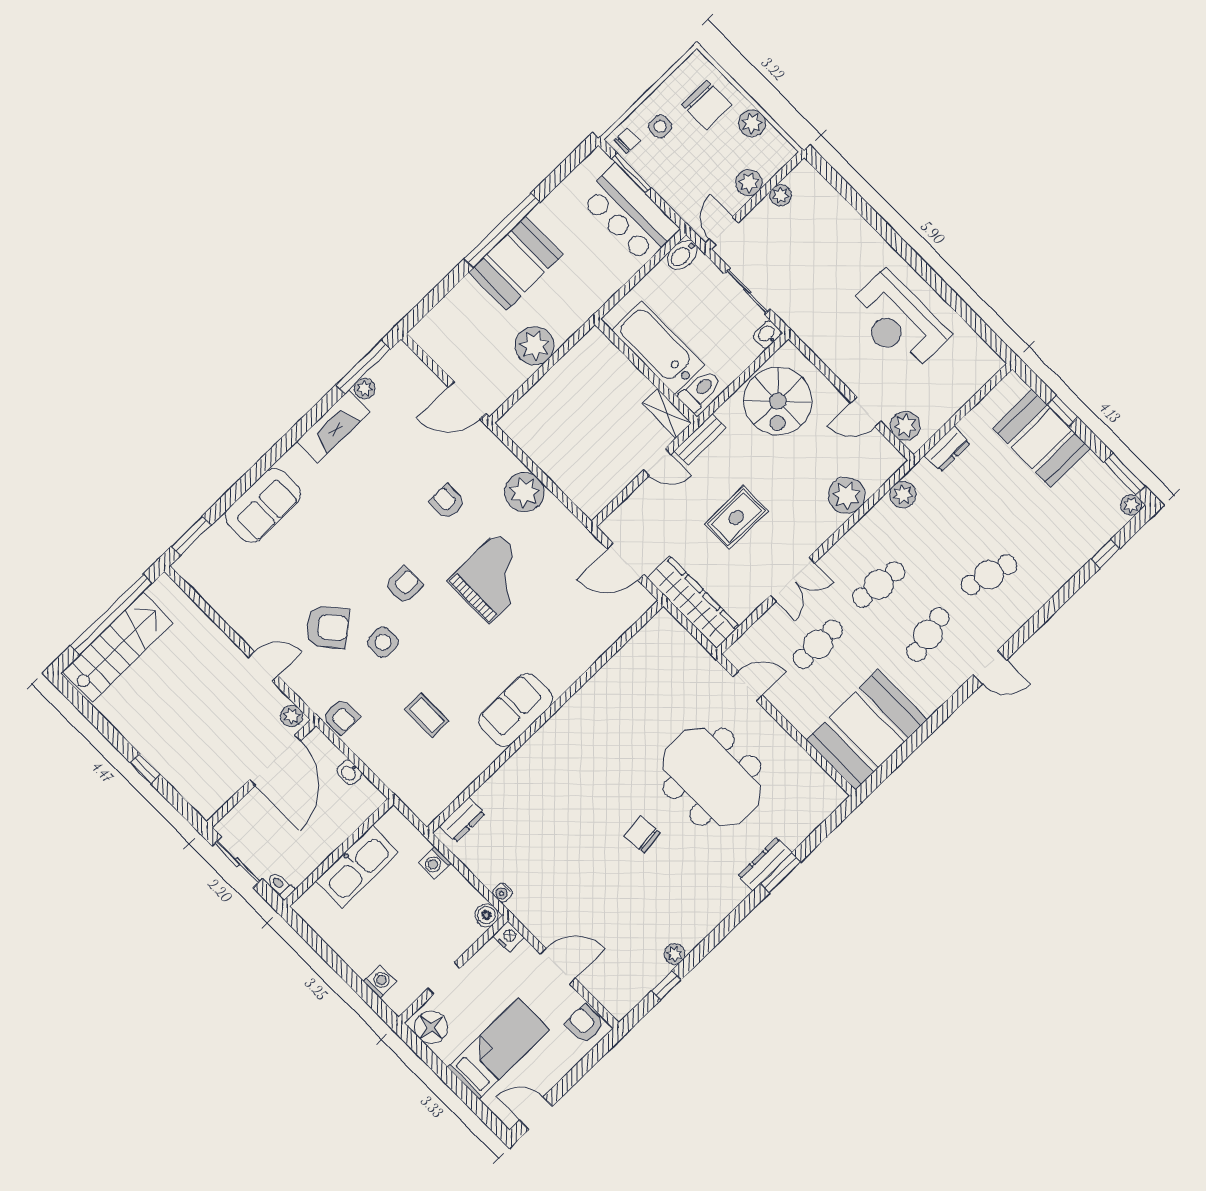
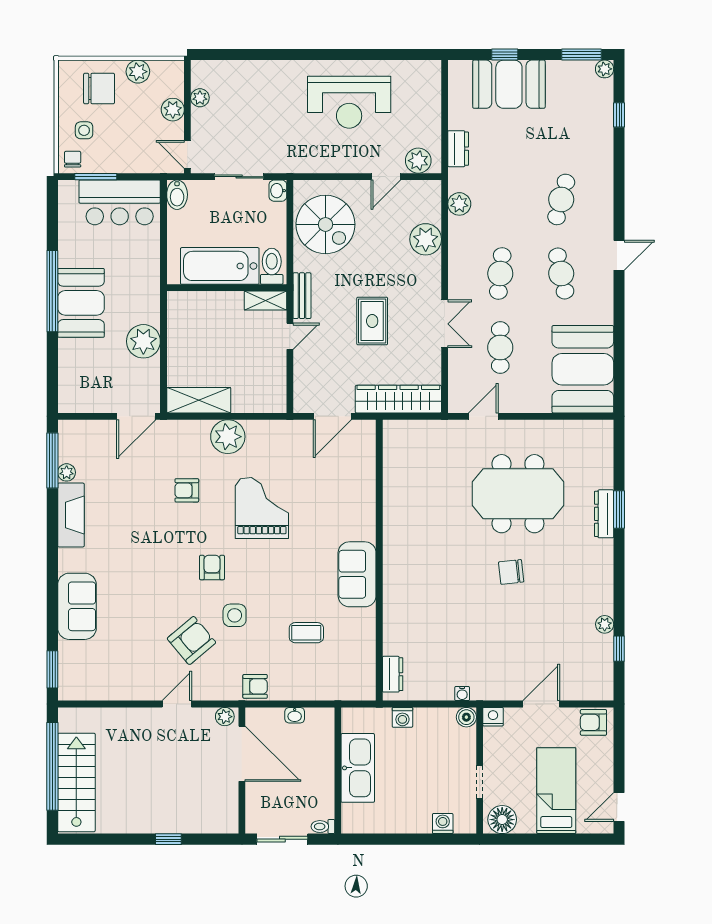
shelving: (531, 439) -> (199, 400), added

